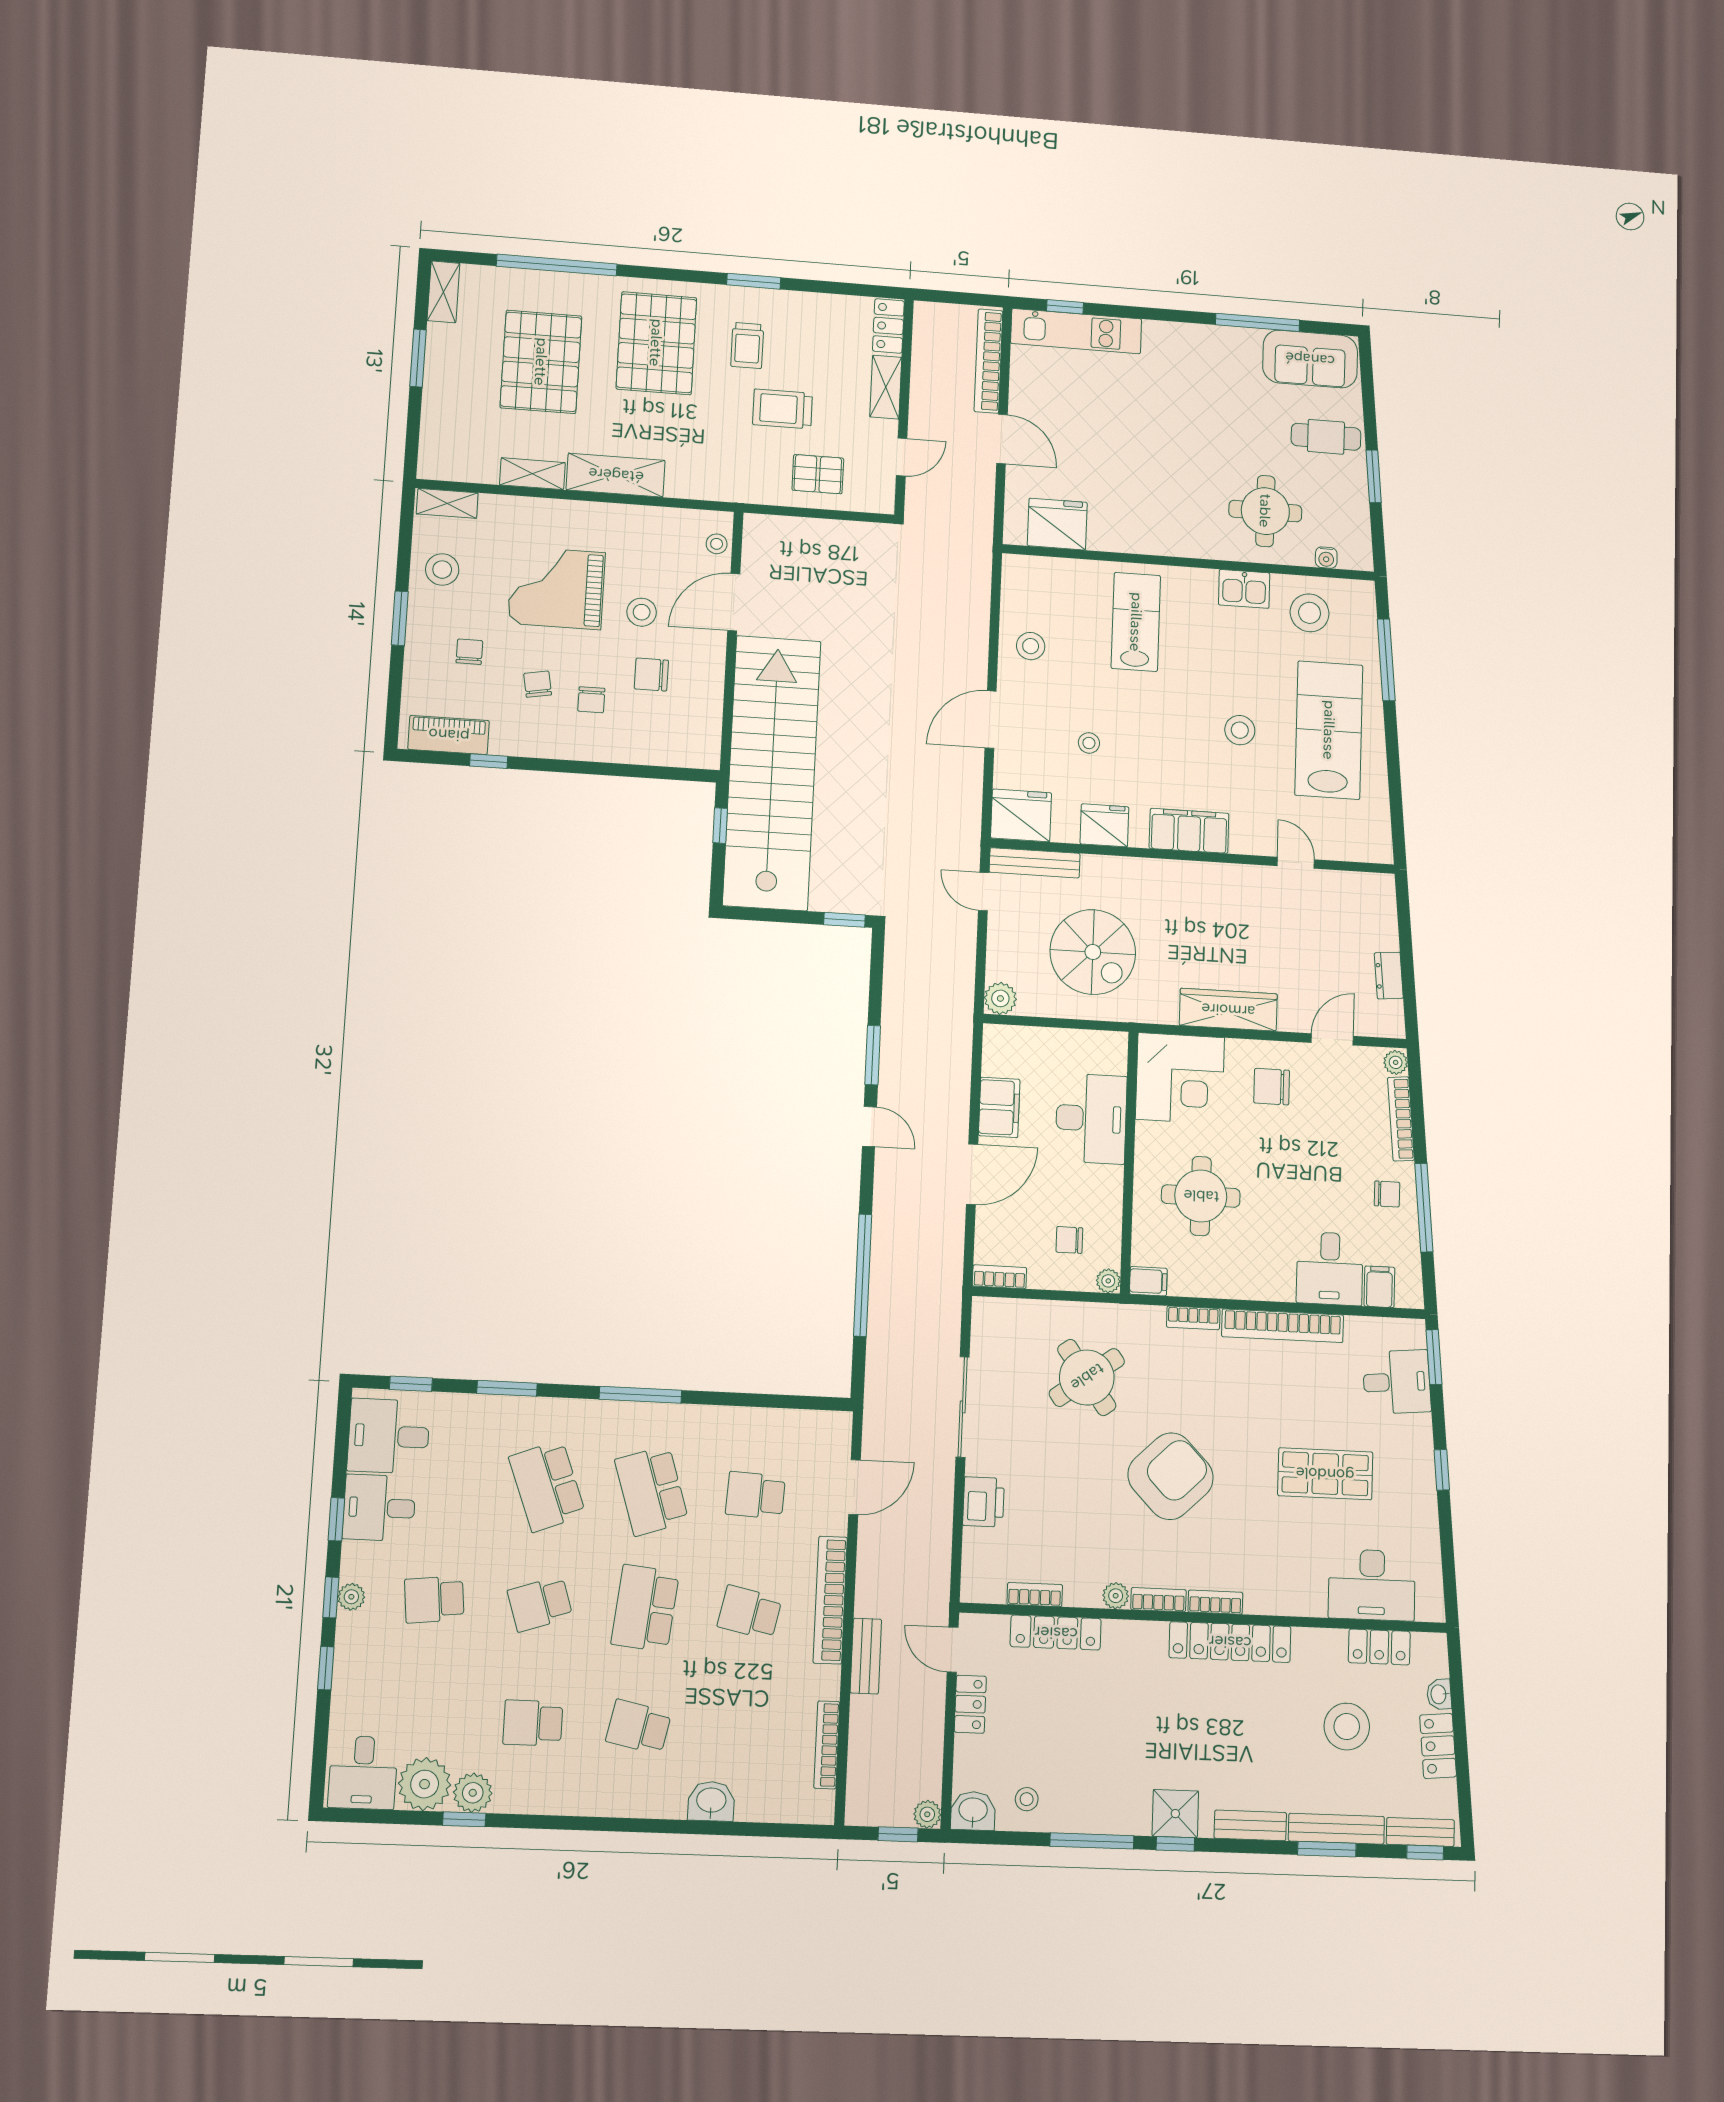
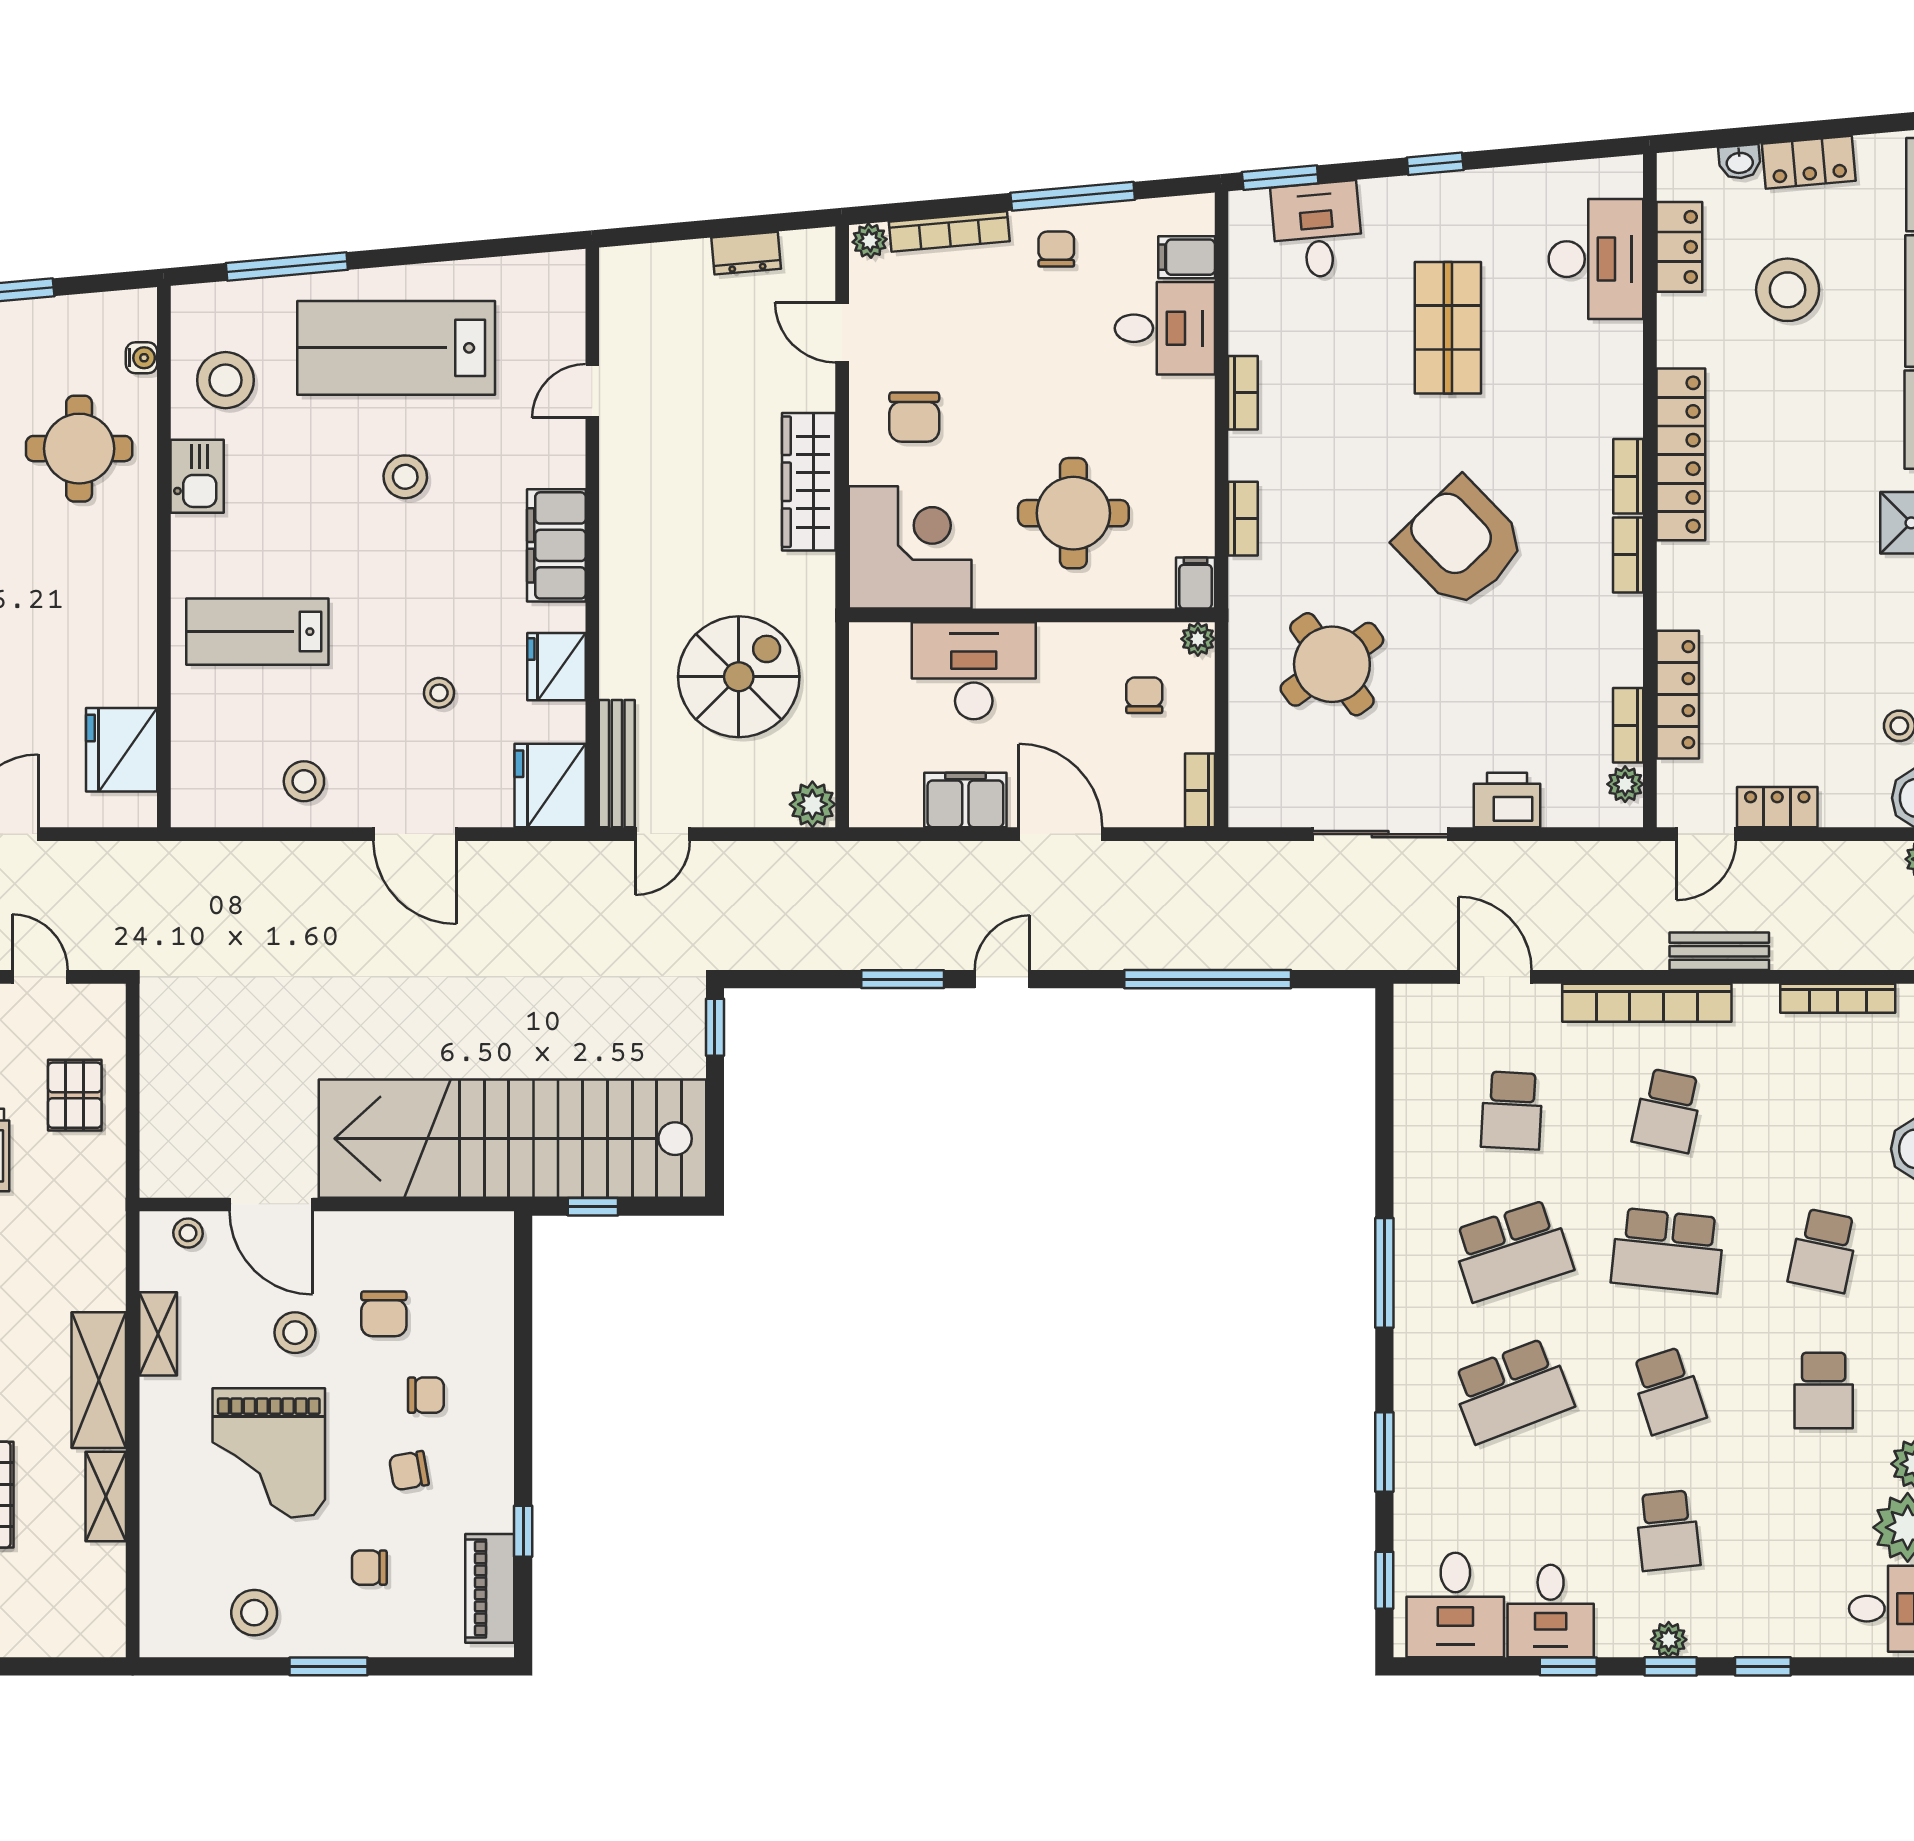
shelving: (447, 503) -> (158, 1334), moved
chair: (1069, 1240) -> (1144, 695), turned 180
bookcase: (1283, 1326) -> (1243, 393), width x0.43, depth x0.76
plant: (1116, 1596) -> (1625, 784), moved

